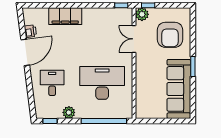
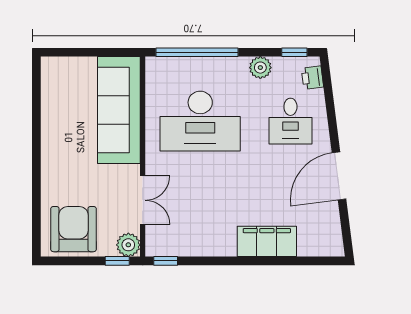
printer: (30, 31) -> (312, 78), moved
armchair: (170, 35) -> (74, 229), moved
window: (193, 67) -> (36, 151), removed
sofa: (179, 89) -> (119, 110), moved, turned 180

